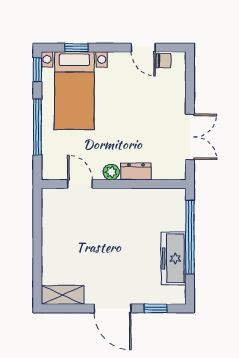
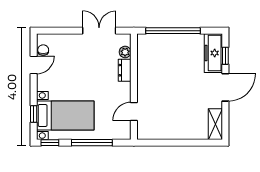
plant: (111, 172) -> (125, 52), moved
freezer: (174, 258) -> (213, 53), moved, turned 90

